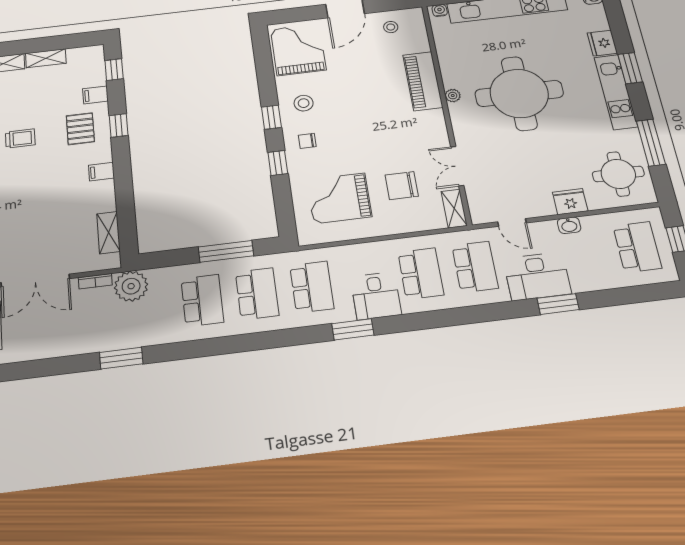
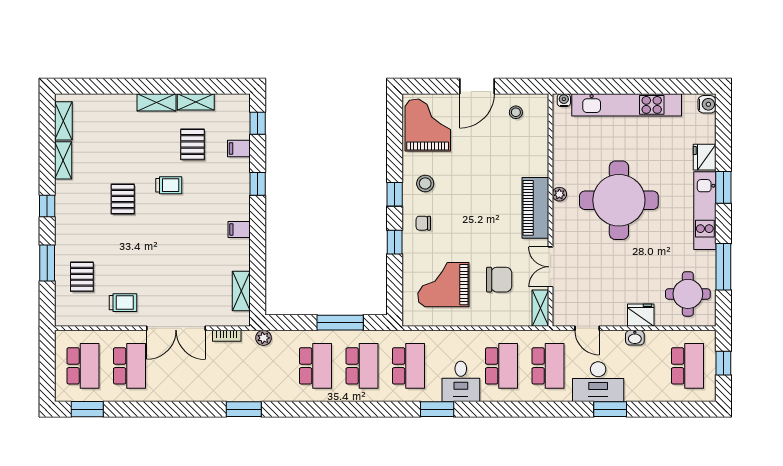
piano: (423, 81) -> (535, 208), moved
pallet: (80, 129) -> (193, 144), moved
chair: (402, 186) -> (499, 280), turned 180
plant: (131, 286) -> (263, 338), width x0.53, depth x0.53

